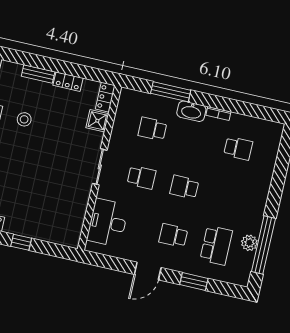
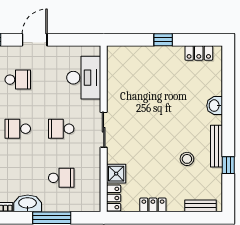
bench: (38, 74) -> (200, 206), moved
school desk: (184, 187) -> (18, 129), turned 180

